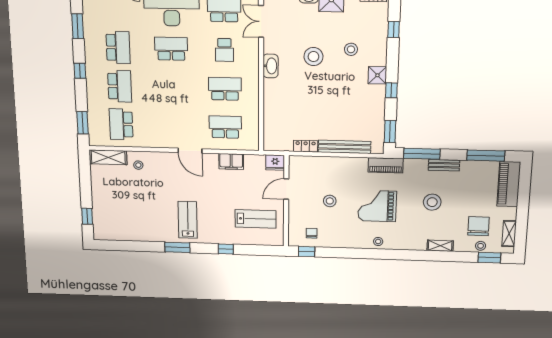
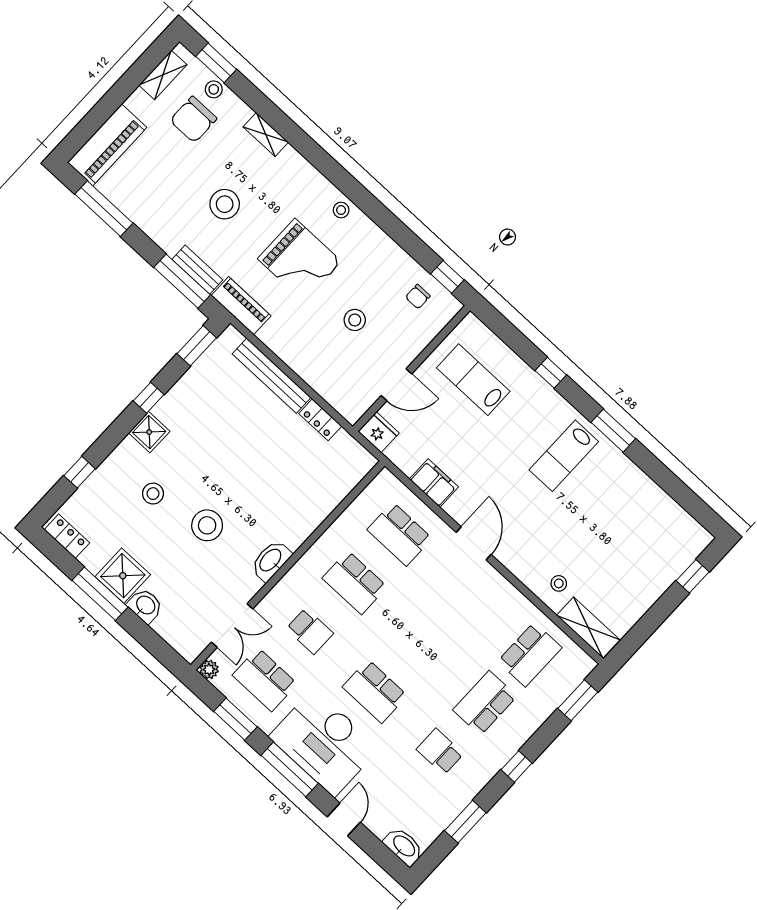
school desk: (118, 47) -> (440, 752), width x0.54
school desk: (224, 50) -> (310, 631), turned 90
bench: (444, 165) -> (197, 270), moved

